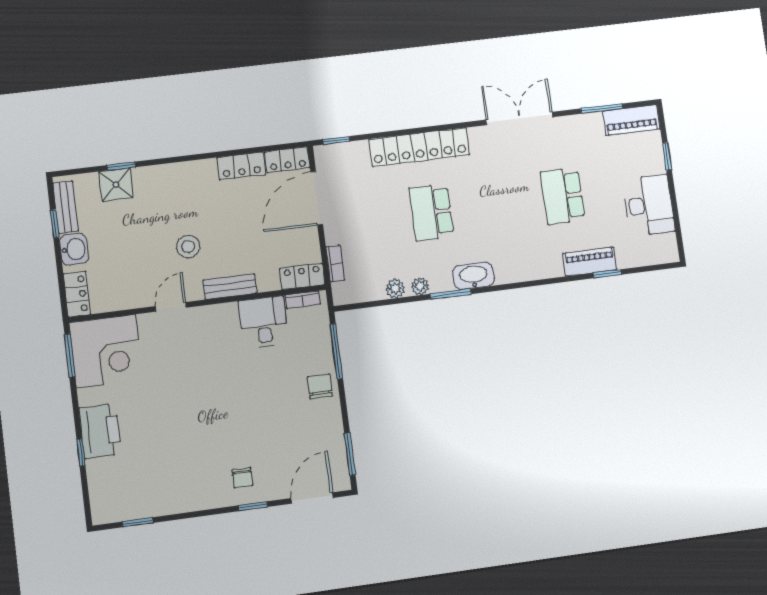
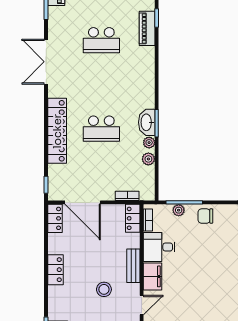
locker: (241, 166) -> (55, 270), moved
washbasin: (473, 276) -> (147, 122), moved
door: (171, 307) -> (142, 305), swing flipped
filing cabinet: (217, 318) -> (153, 276), added
plant: (324, 344) -> (179, 210), added

